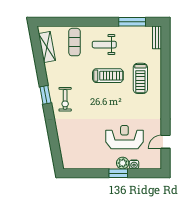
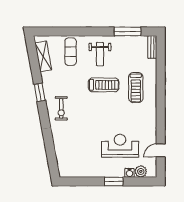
weight bench: (104, 45) -> (100, 54), turned -90
window: (45, 95) -> (40, 92), moved
plant: (123, 163) -> (141, 171), moved

